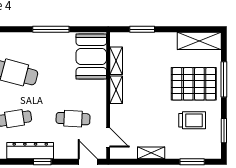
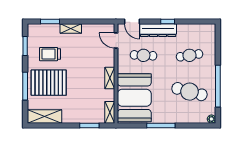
booth: (91, 57) -> (134, 98), width x1.36, depth x1.42
shelving: (116, 61) -> (110, 112), moved
dresser: (30, 151) -> (158, 30), moved
shelving: (151, 153) -> (71, 28), moved

